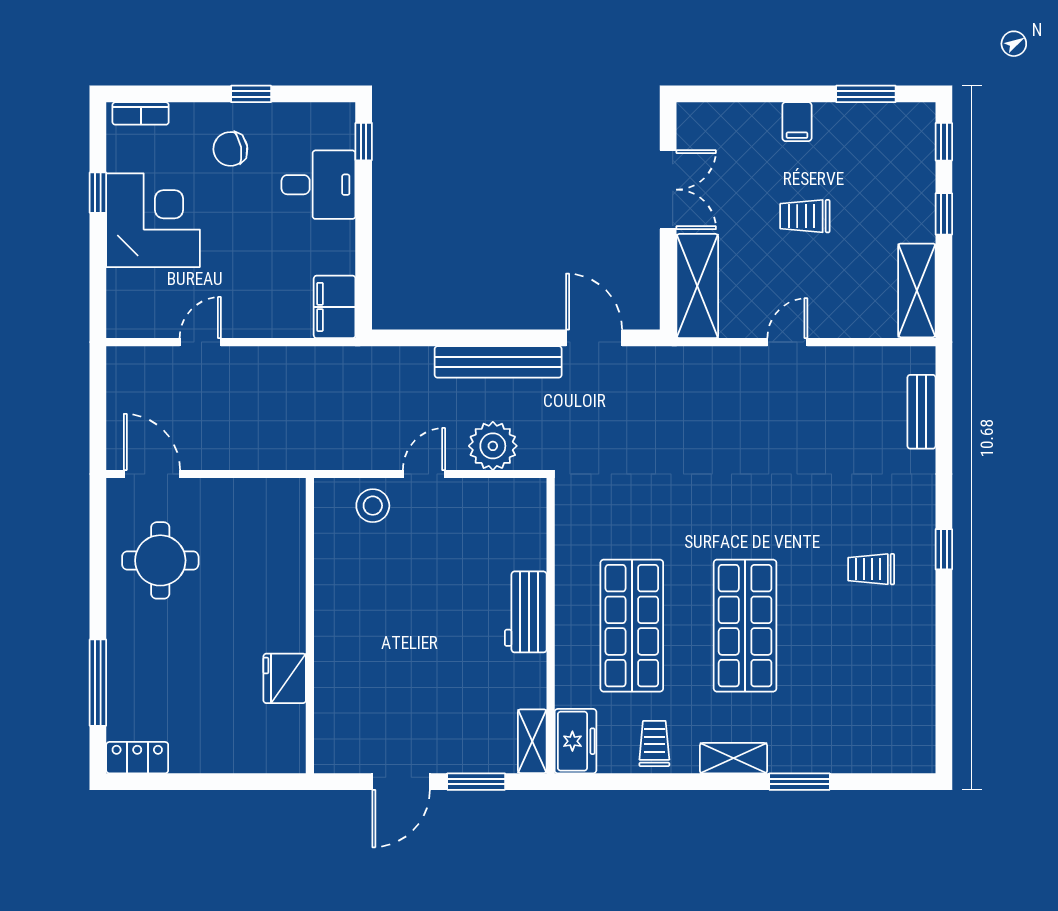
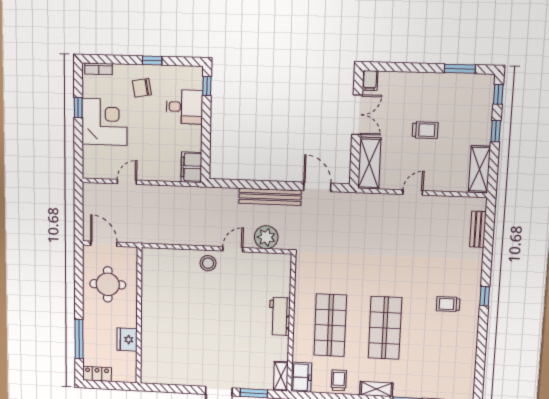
filing cabinet: (797, 122) -> (370, 81), moved
trolley: (805, 216) -> (425, 130), turned 180
wall: (310, 626) -> (139, 316), moved
fridge: (285, 678) -> (127, 340), moved

